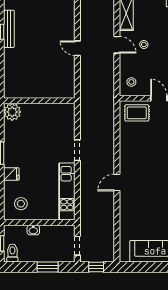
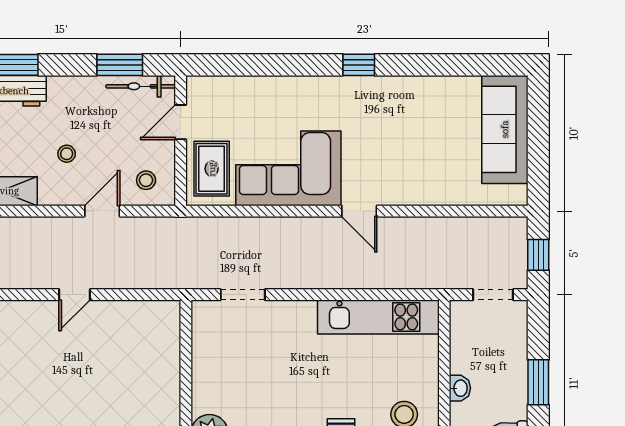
door: (117, 45) -> (102, 211), moved
corner sofa: (137, 149) -> (288, 168), added
doorway: (77, 150) -> (243, 295), moved
window: (48, 267) -> (538, 382), moved

